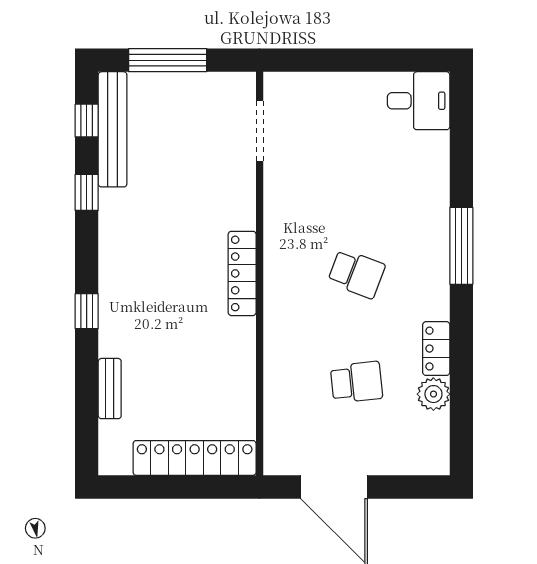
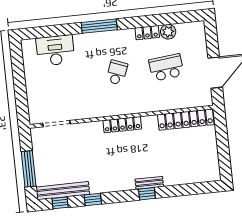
desk: (419, 101) -> (55, 50), moved, width x1.37
school desk: (356, 382) -> (166, 67), width x1.85
bench: (110, 389) -> (149, 183), moved
locker: (195, 458) -> (186, 120), moved, turned -90

